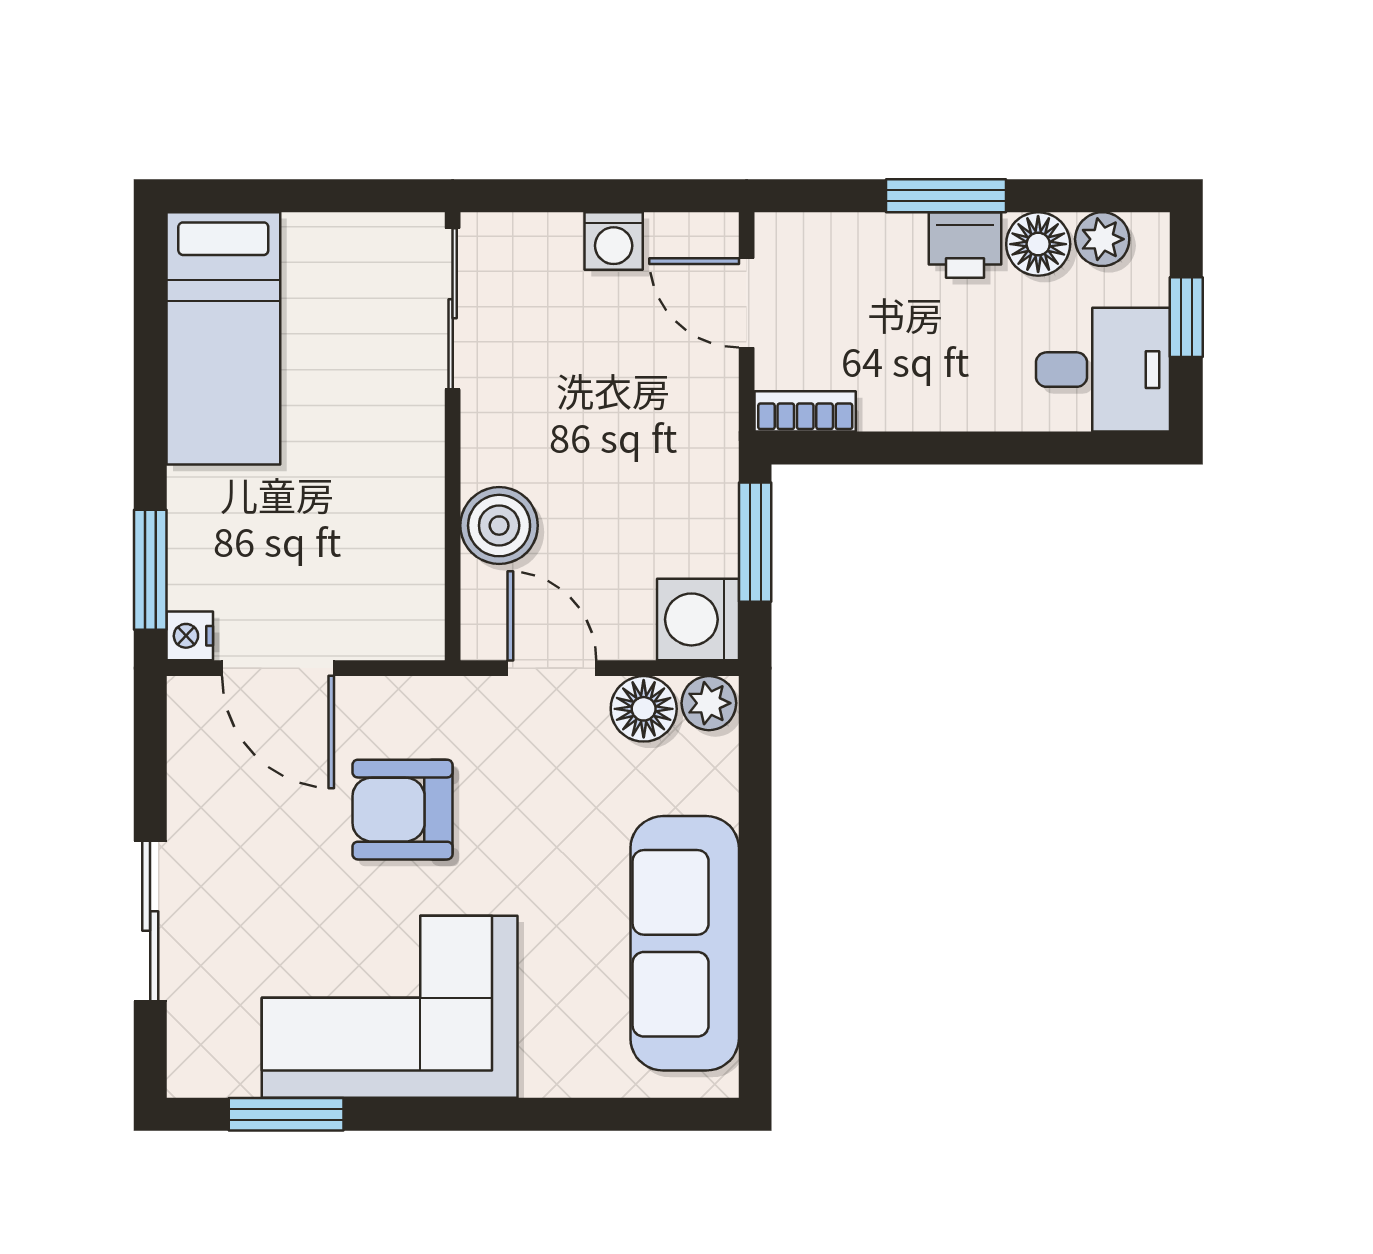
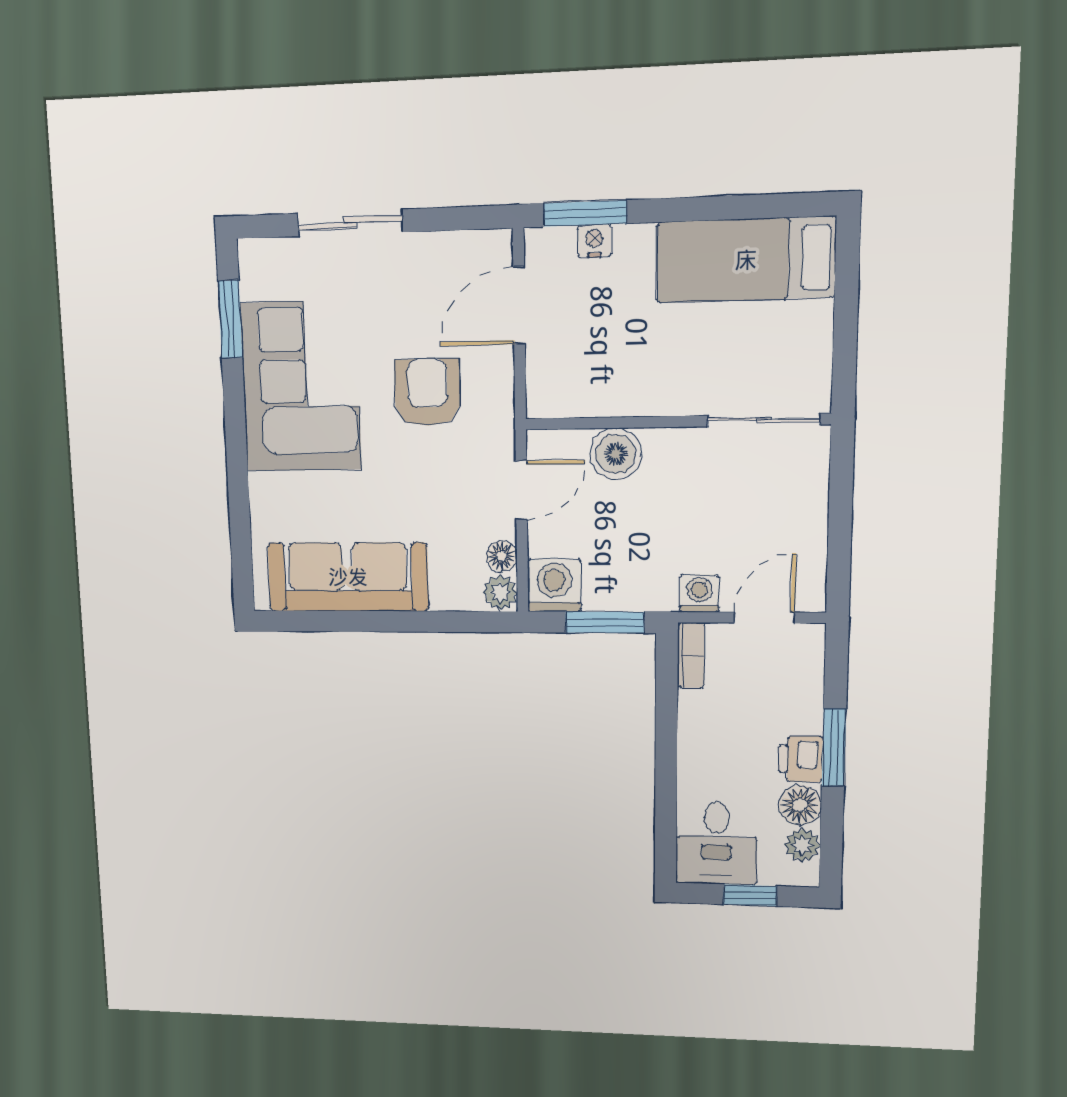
washing machine: (614, 241) -> (699, 593), moved, turned 90
nightstand: (190, 636) -> (594, 241), moved
floor lamp: (644, 709) -> (502, 556), width x0.73, depth x0.73

